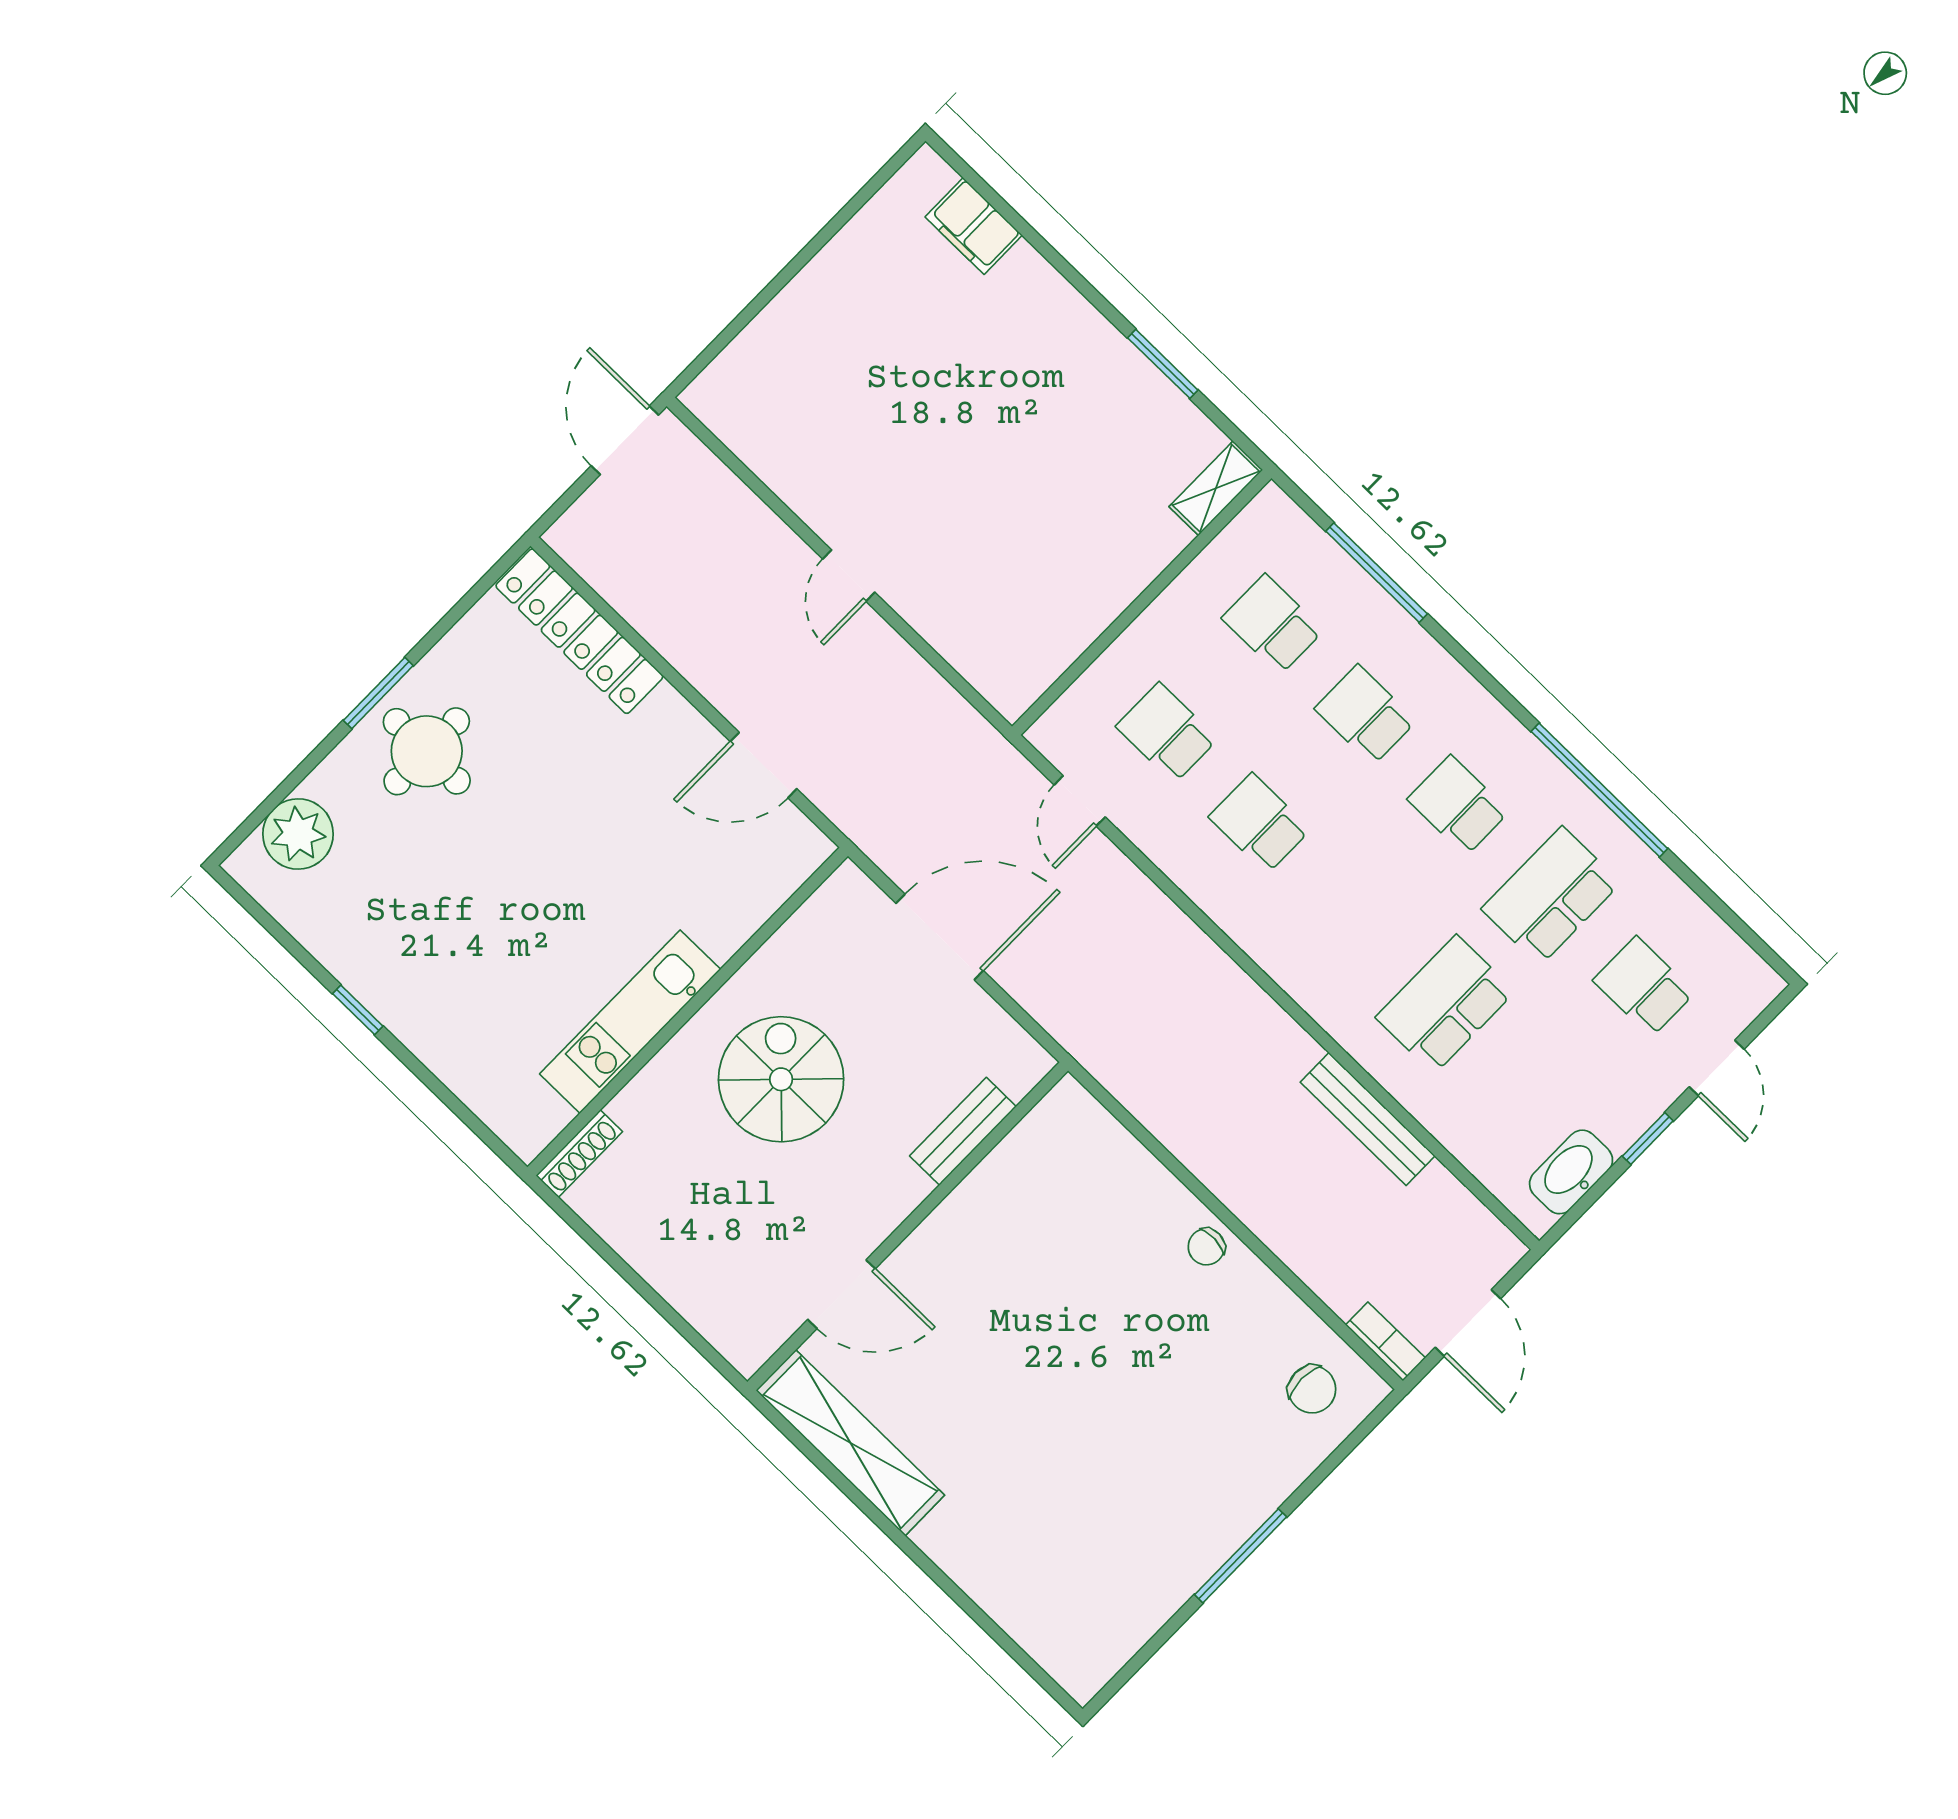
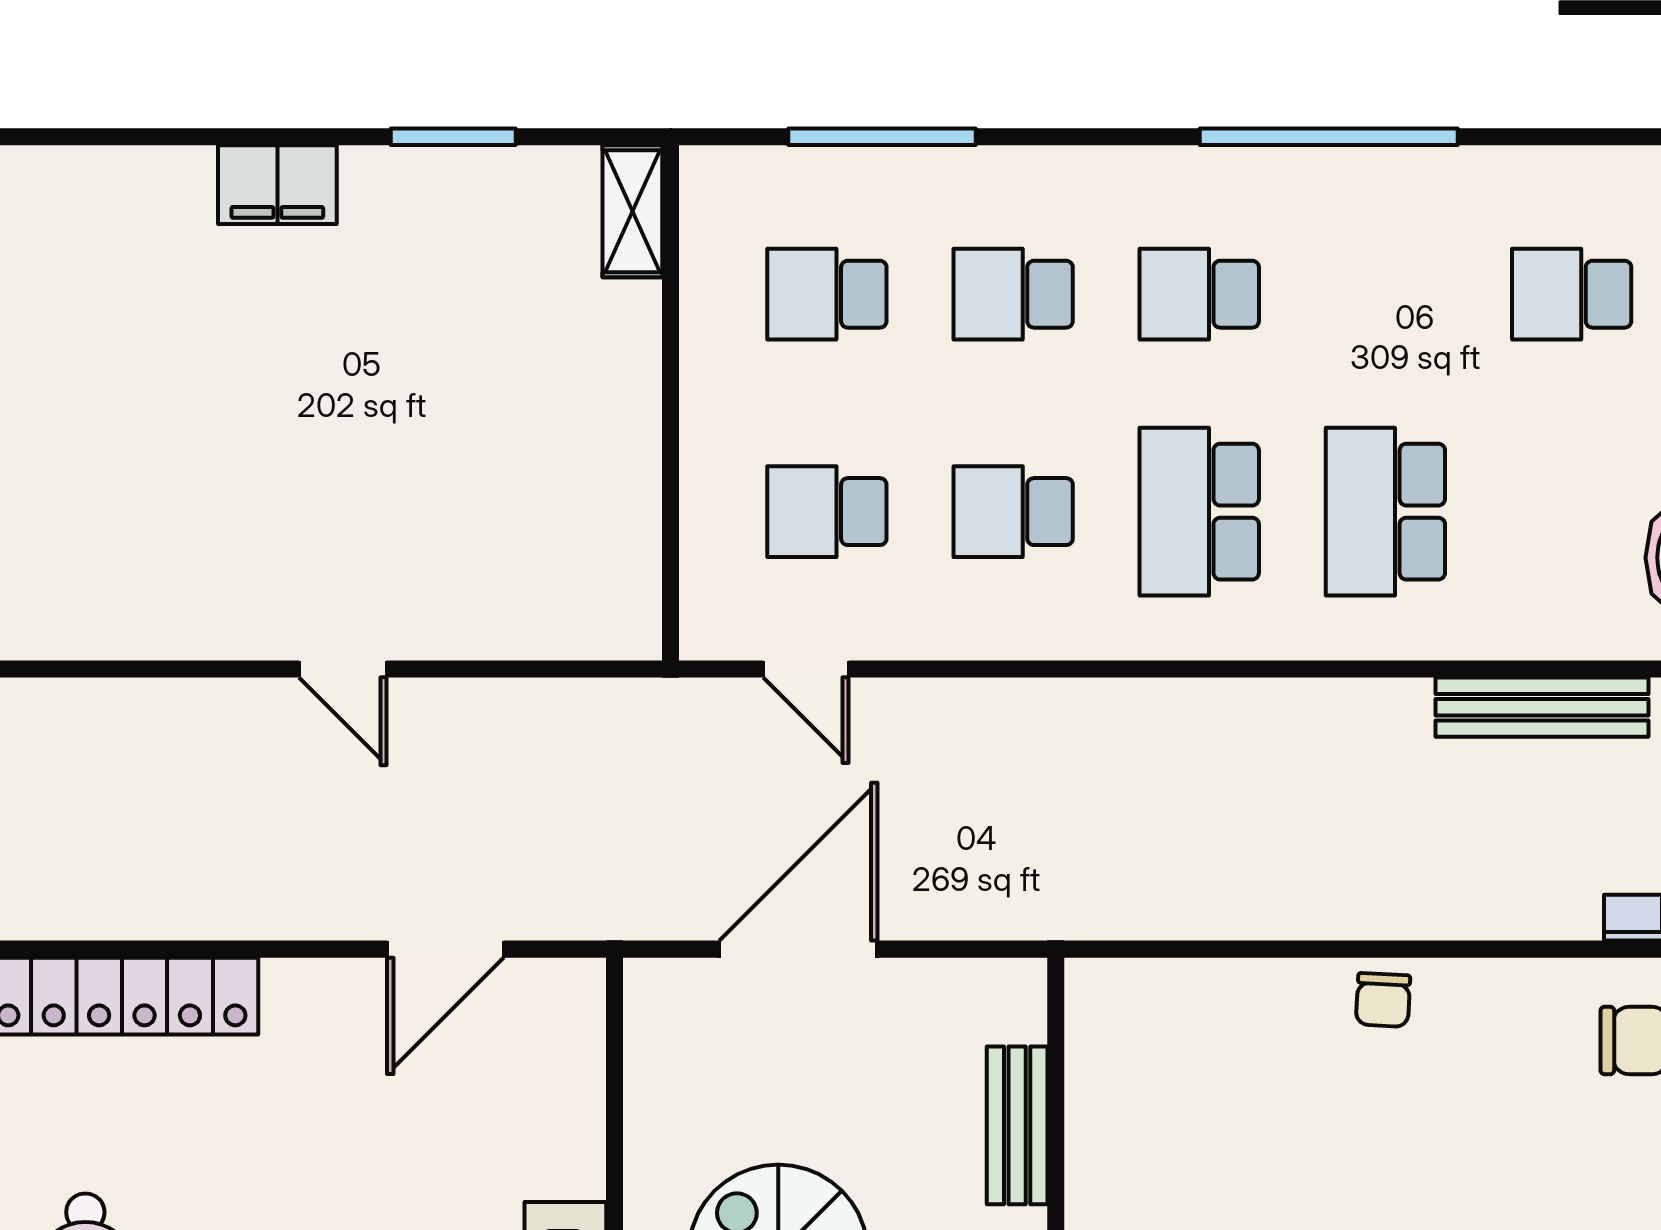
filing cabinet: (974, 226) -> (277, 185), moved
school desk: (1551, 896) -> (1199, 512), moved
bench: (1368, 1119) -> (1542, 707), moved

